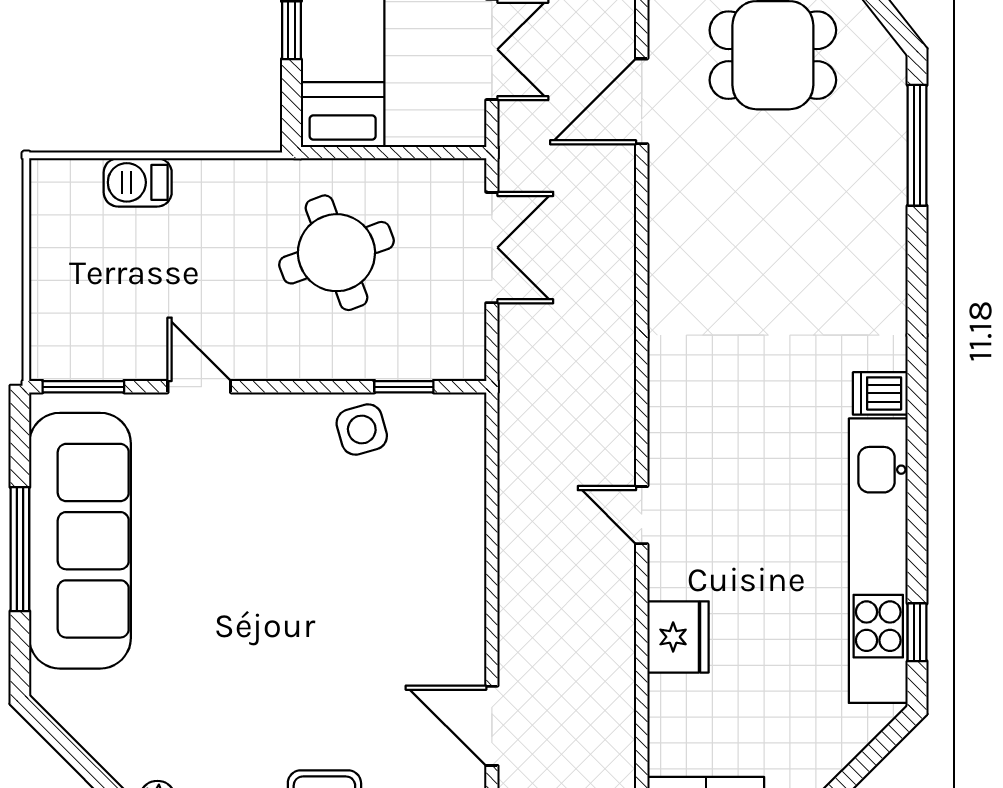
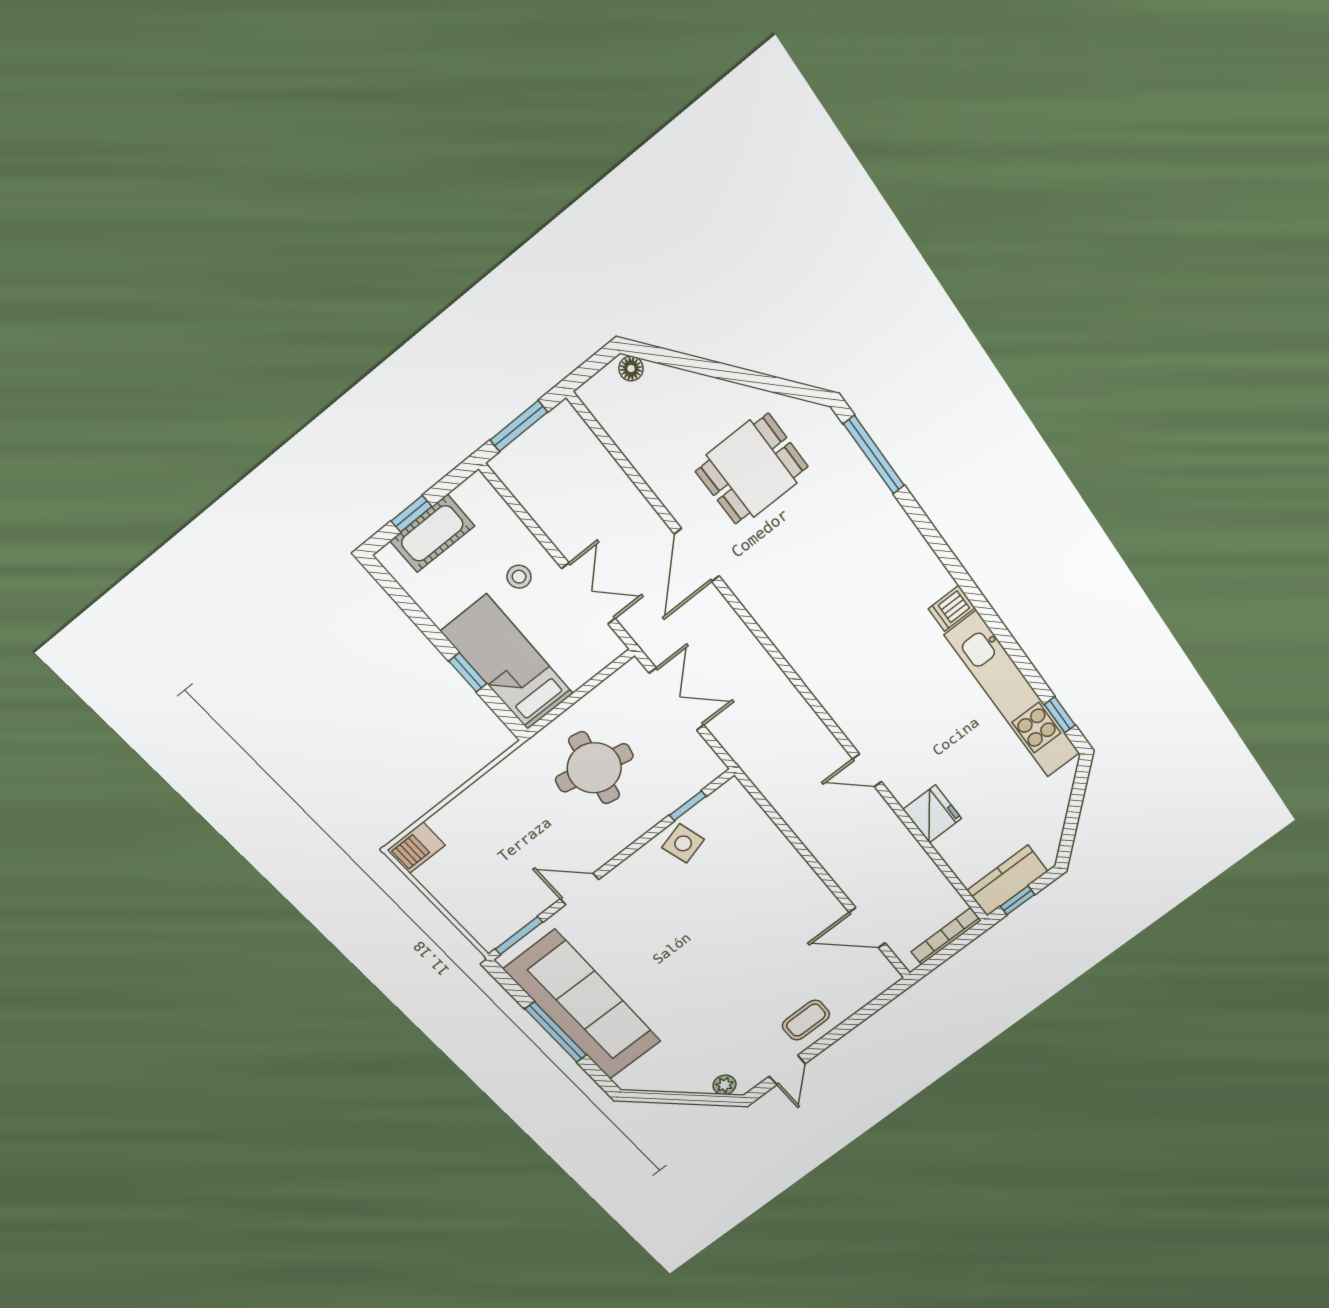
barbecue: (138, 182) -> (416, 848), moved
round table: (336, 253) -> (594, 768), turned 32

